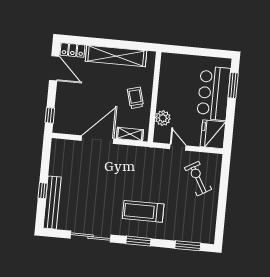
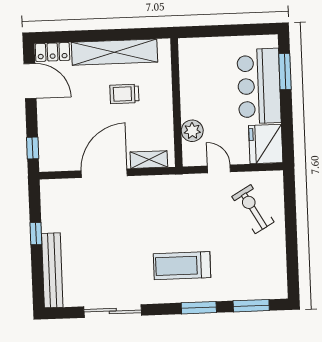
trolley: (135, 98) -> (124, 94), moved, turned -75
window: (43, 191) -> (36, 234), moved
window: (138, 241) -> (199, 308), moved

